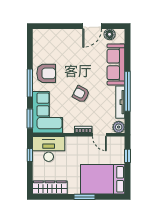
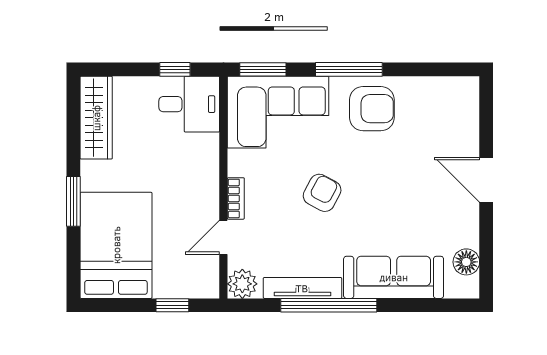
door: (92, 26) -> (486, 180), moved
armchair: (46, 73) -> (372, 109), turned -90
desk: (49, 149) -> (189, 104), width x0.73

